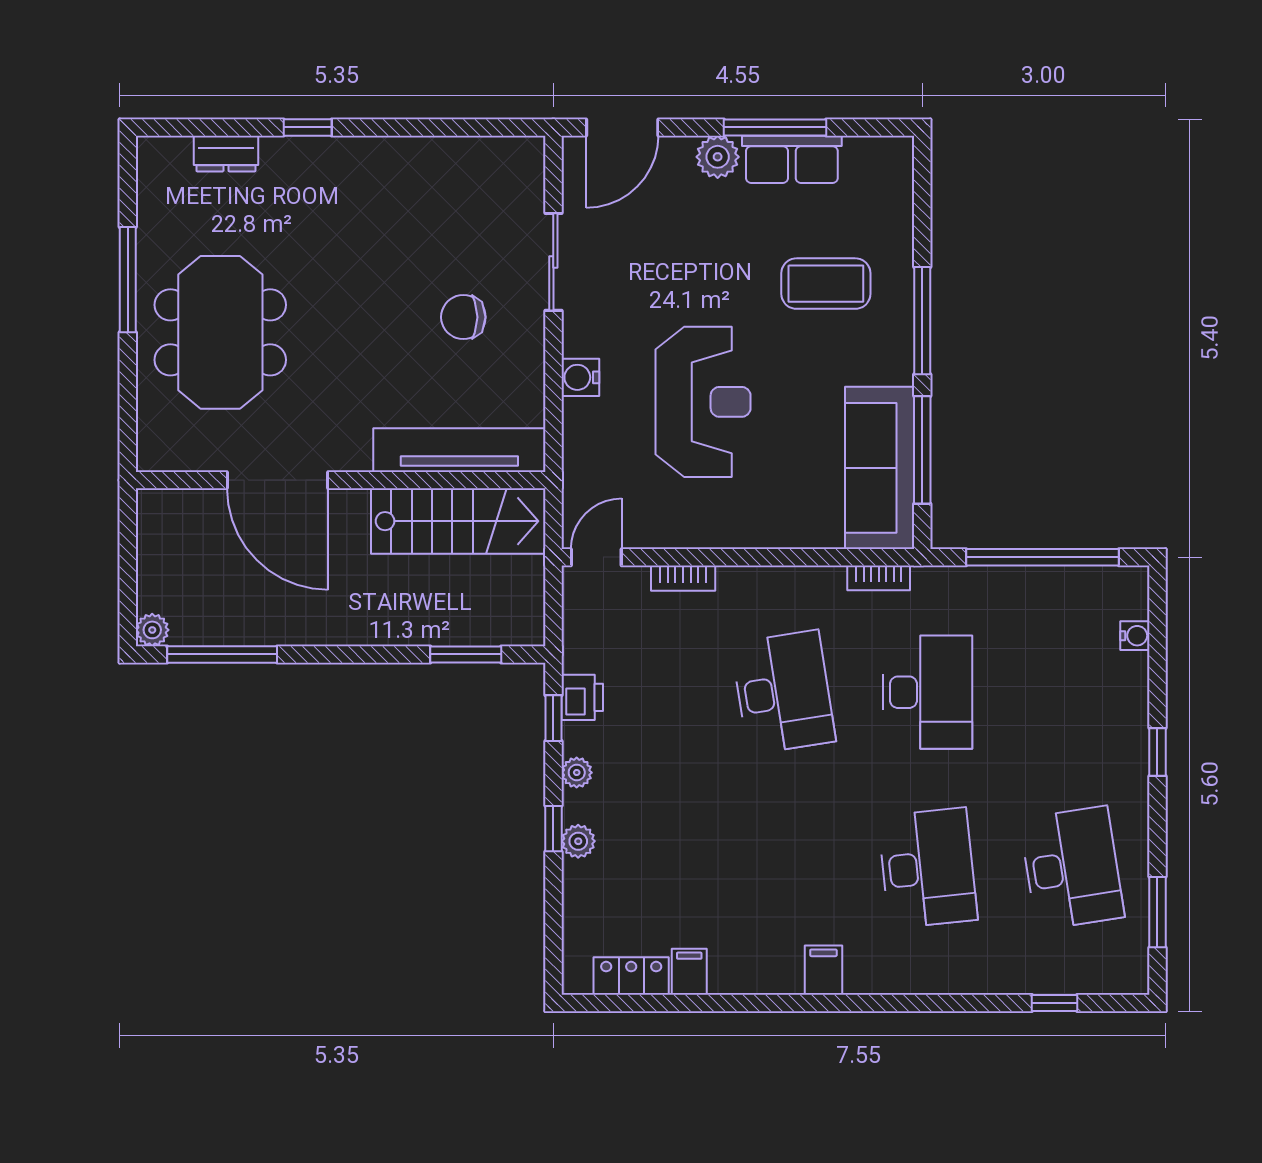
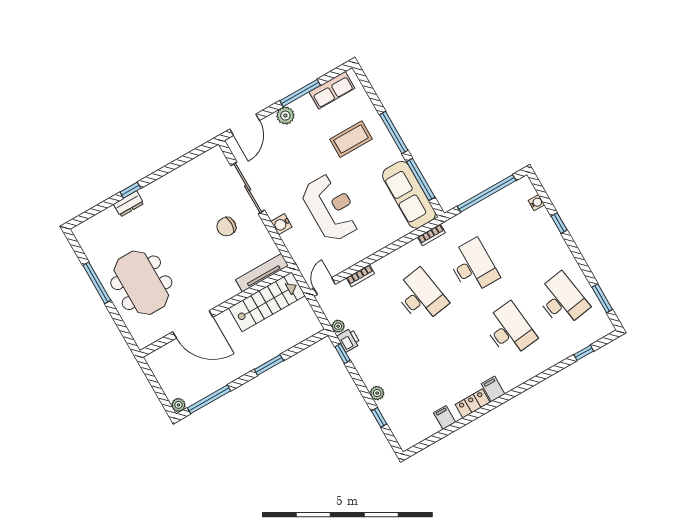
dresser: (226, 154) -> (129, 204), moved
row of seats: (792, 159) -> (332, 90), moved
sliding door: (553, 262) -> (248, 188), width x1.37
tv unit: (459, 450) -> (262, 273), width x0.73, depth x0.78
window: (466, 654) -> (269, 365), moved
window: (1157, 752) -> (559, 223), moved
plant: (577, 773) -> (338, 326), moved
window: (553, 829) -> (379, 417), moved
locker: (631, 976) -> (473, 403), moved

